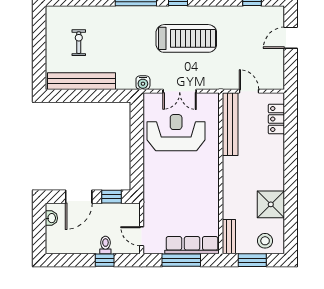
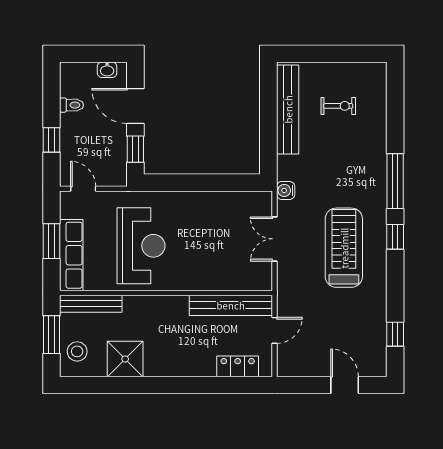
treadmill: (186, 38) -> (344, 248), turned 180
reception desk: (176, 133) -> (141, 246), moved
door: (142, 236) -> (83, 189), hinge flipped
bench: (229, 237) -> (91, 304), width x1.36
toilet: (105, 245) -> (72, 105), moved
window: (181, 260) -> (52, 241), width x0.69

